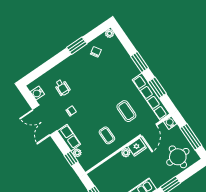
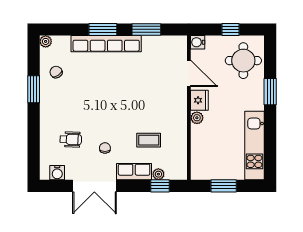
row of seats: (151, 97) -> (106, 44), moved
coffee table: (126, 111) -> (149, 84), removed
coffee table: (107, 135) -> (149, 140), moved
window: (191, 137) -> (230, 29), width x0.46

